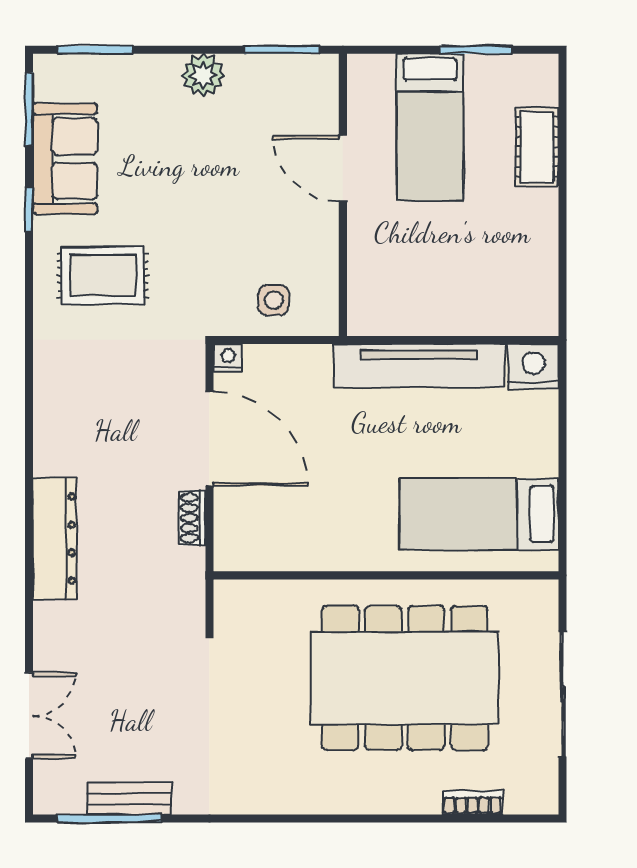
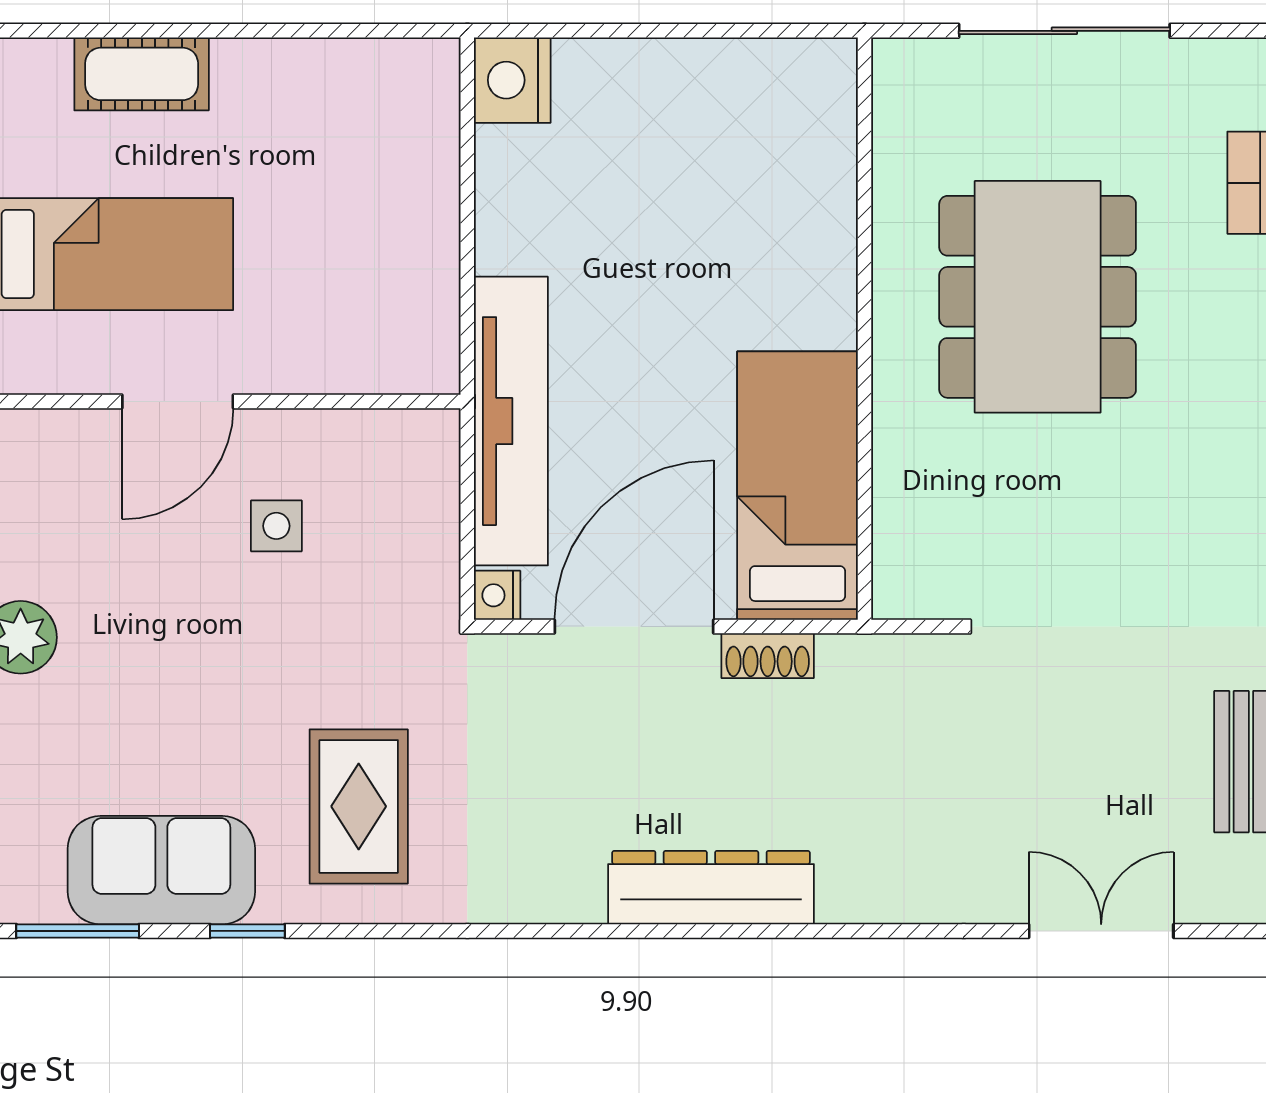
side table: (274, 300) -> (276, 526), moved
tv unit: (419, 366) -> (511, 421), moved
bed: (479, 514) -> (797, 486), moved, turned 180
dresser: (55, 539) -> (711, 888), moved
dining table: (405, 678) -> (1038, 297), width x0.73, depth x0.80

